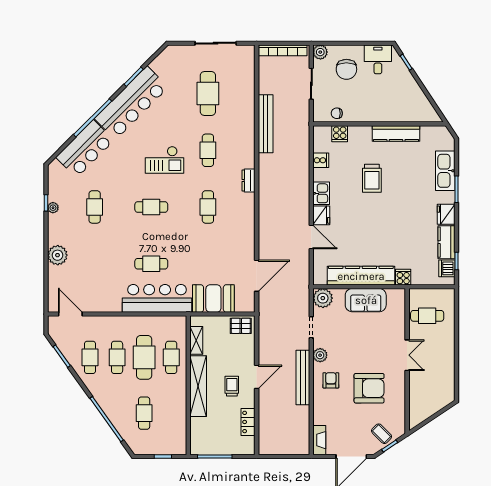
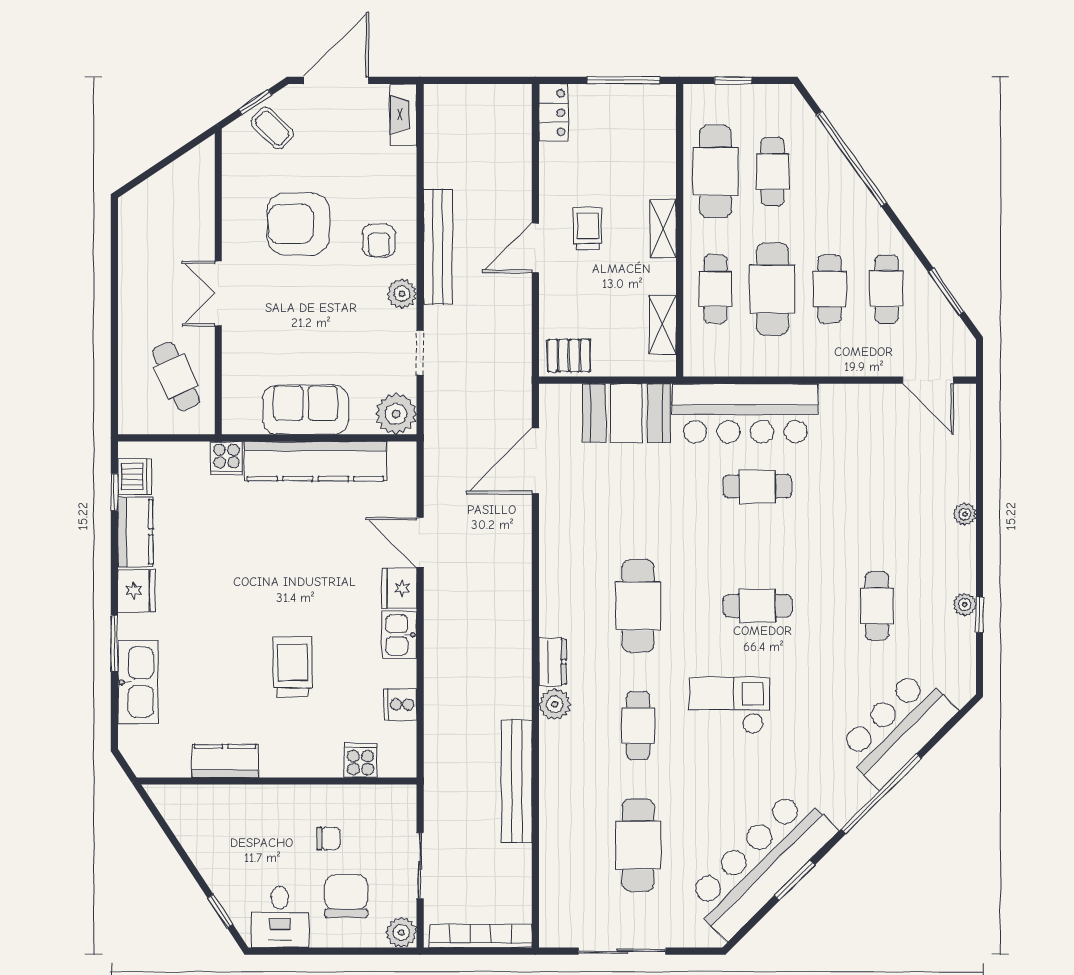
bar counter: (131, 103) -> (761, 864), moved
chair: (337, 113) -> (328, 839), moved
kitchen counter: (396, 133) -> (225, 761), width x0.67
plant: (247, 160) -> (555, 704), added
cafe table: (208, 207) -> (638, 606), width x1.37, depth x1.35
plant: (58, 255) -> (965, 514), width x0.53, depth x0.53
cafe table: (427, 316) -> (176, 377), turned 65
shelving: (198, 386) -> (663, 229), width x0.45, depth x0.75
trolley: (232, 386) -> (588, 229), turned 180
cafe table: (171, 413) -> (715, 172), added
locker: (248, 422) -> (553, 113), moved

